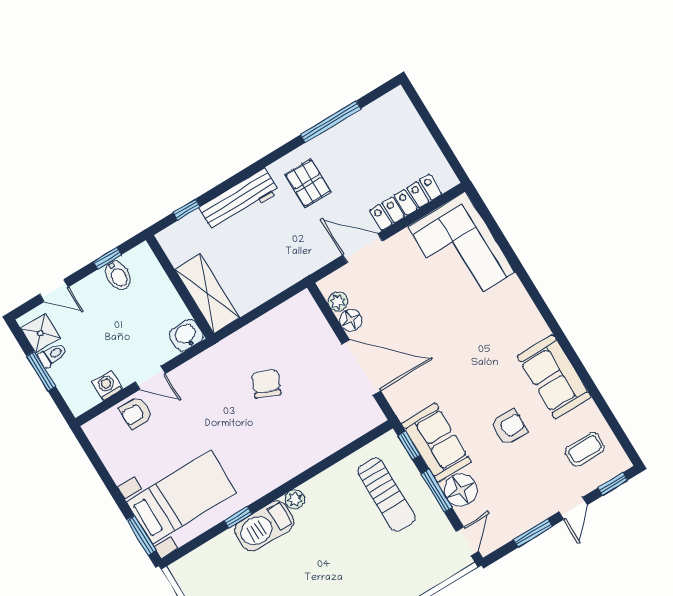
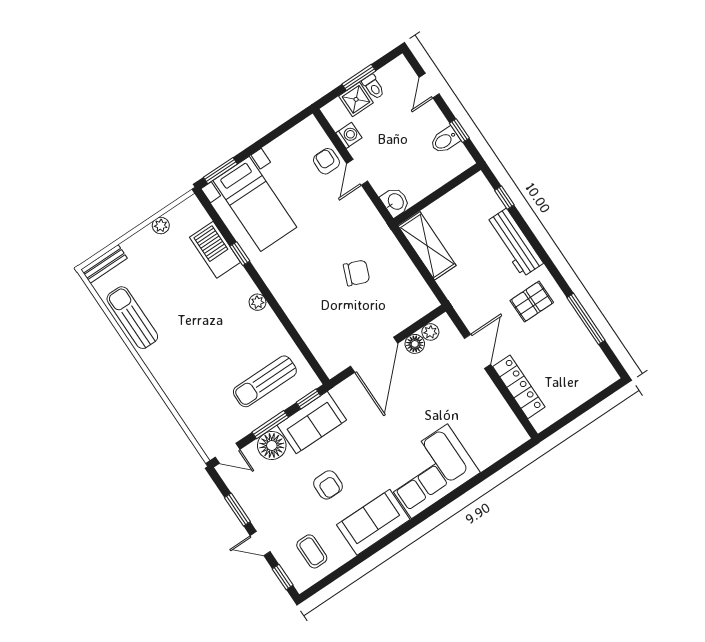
corner sofa: (461, 249) -> (429, 471), moved
shelving: (207, 294) -> (427, 246), moved, turned 90
shower: (40, 333) -> (356, 99), moved
barbecue: (264, 526) -> (215, 250), moved

